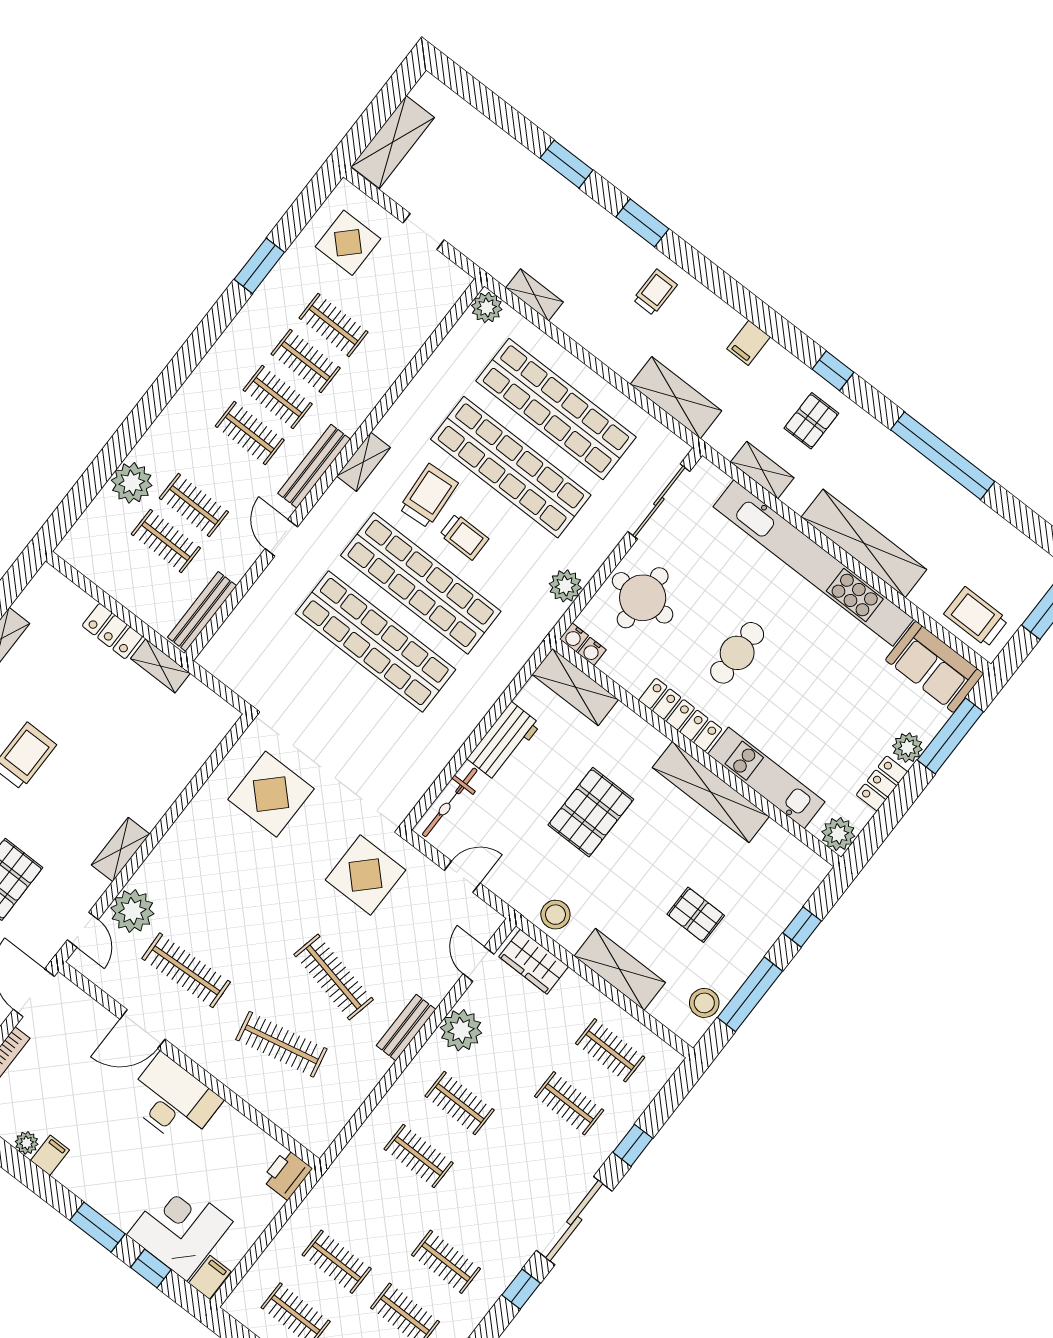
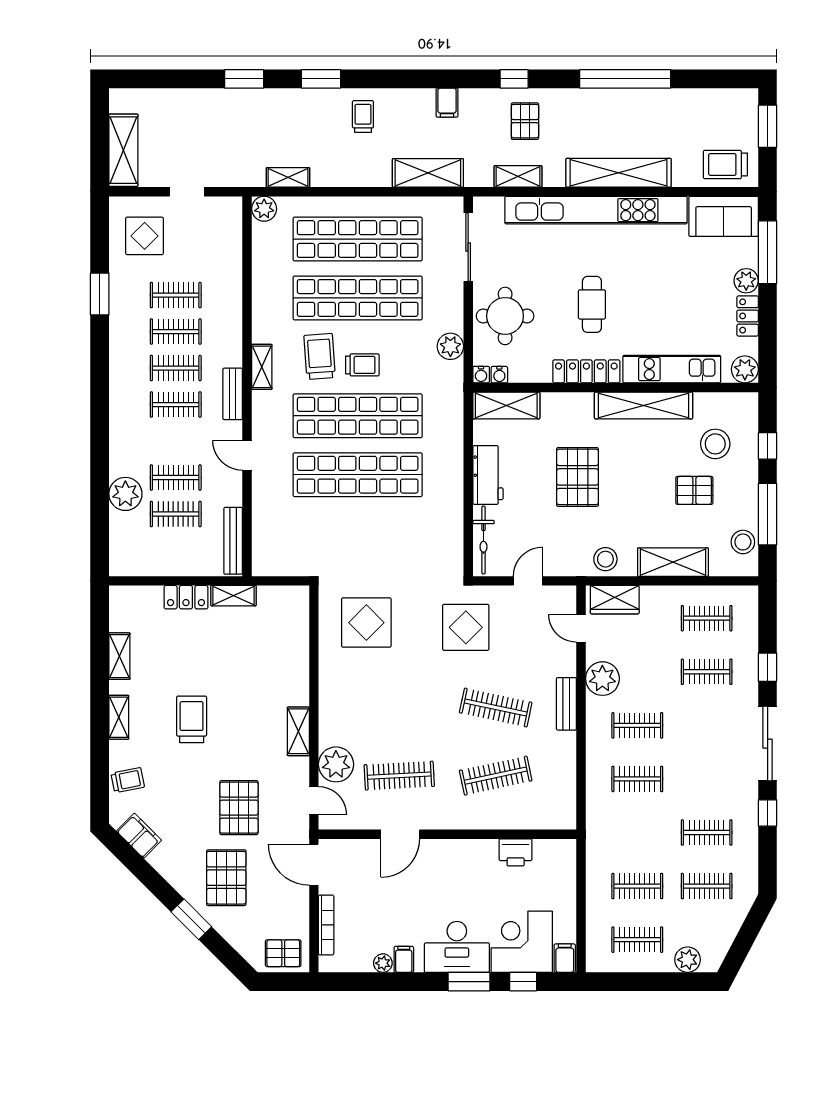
bench: (314, 466) -> (233, 394), width x0.73
stool: (752, 885) -> (715, 444), added
desk: (173, 1100) -> (457, 947), moved, turned 180
printer: (287, 1174) -> (516, 852), moved, turned -90

